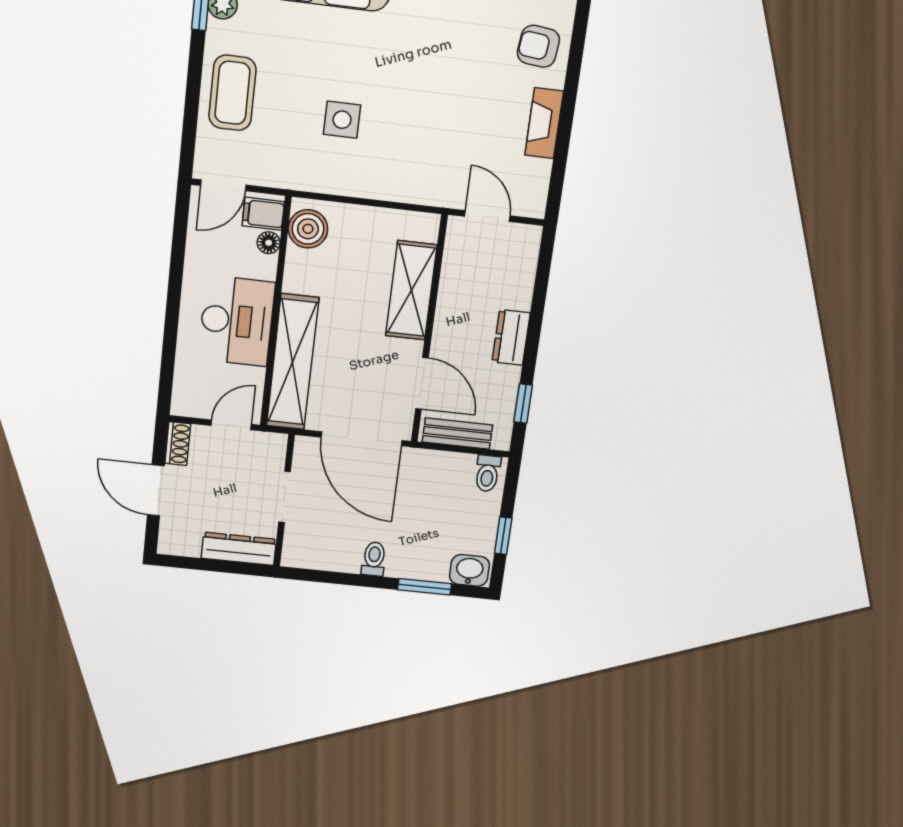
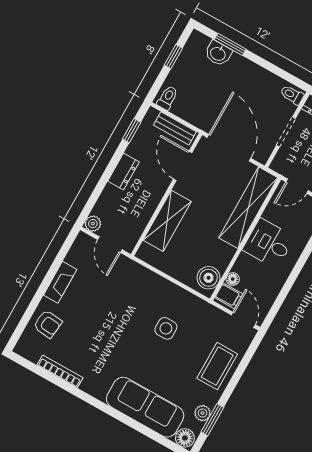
door: (223, 185) -> (243, 320), hinge flipped
plant: (528, 238) -> (93, 224), added
desk: (237, 321) -> (268, 243), width x0.73
toilet: (374, 559) -> (292, 95), moved, turned 90
washbasin: (469, 570) -> (218, 53), moved

